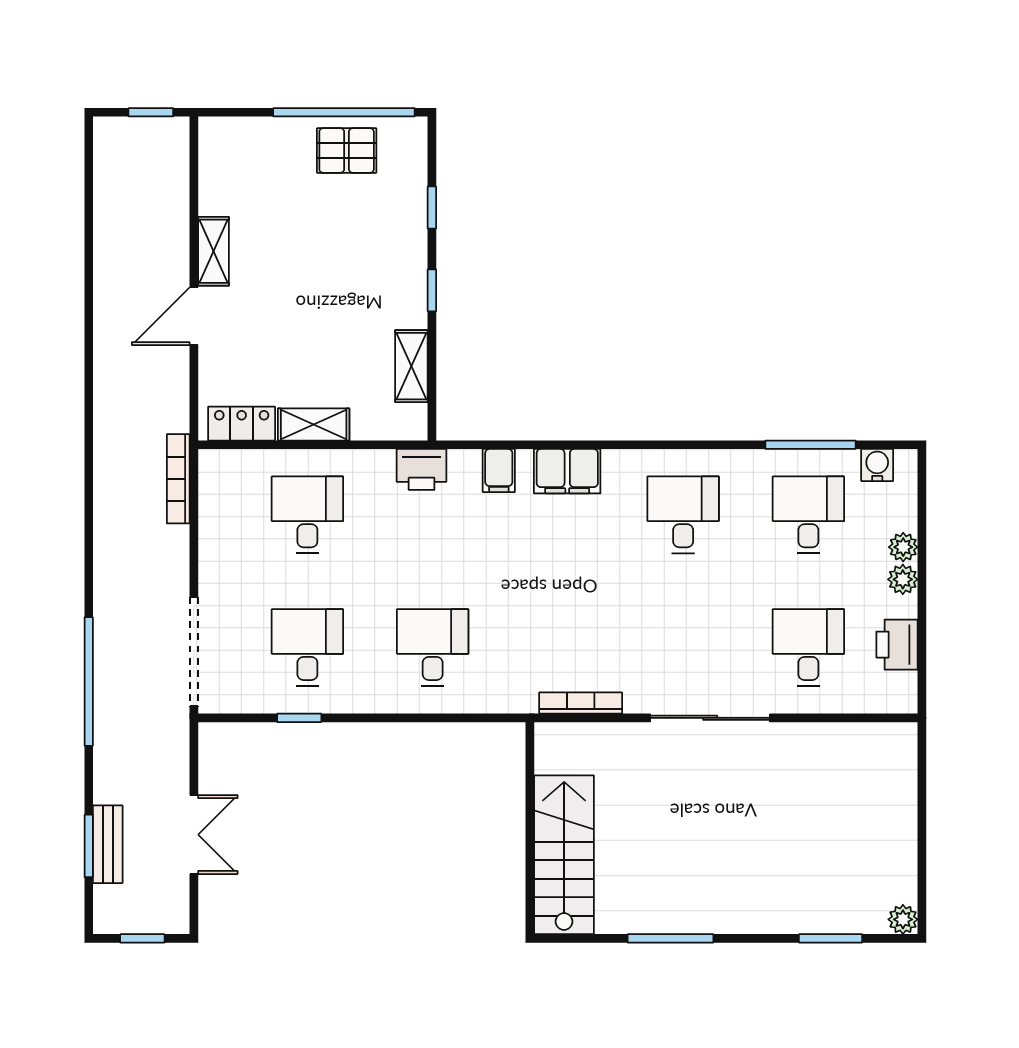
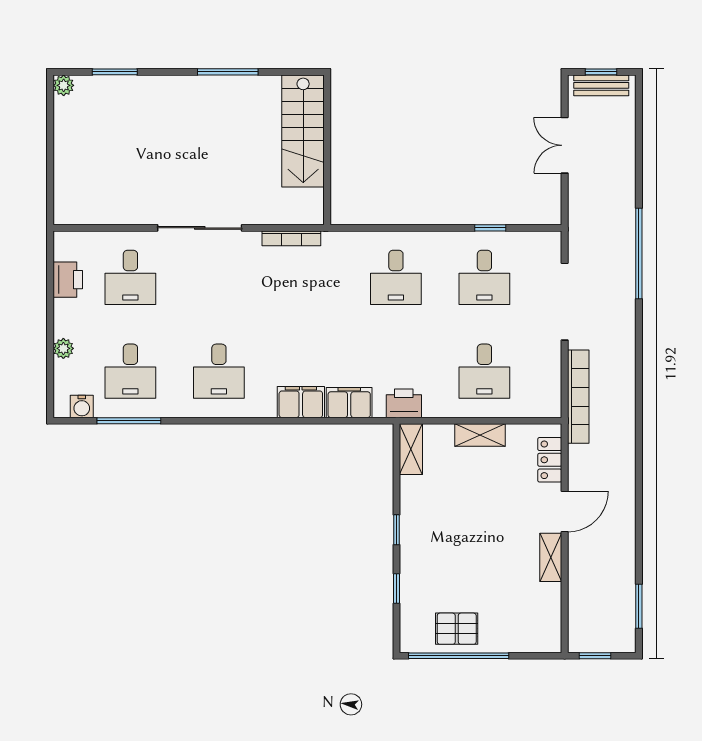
shelving: (411, 366) -> (411, 449), moved
locker: (242, 424) -> (550, 460), moved, turned 90
filing cabinet: (499, 471) -> (349, 403), width x2.00
bookcase: (178, 479) -> (578, 397), width x1.48, depth x1.31
plant: (903, 579) -> (64, 326), removed
doorway: (194, 652) -> (565, 302), moved
bench: (108, 844) -> (601, 85), moved, turned 90
window: (89, 846) -> (639, 606), moved

